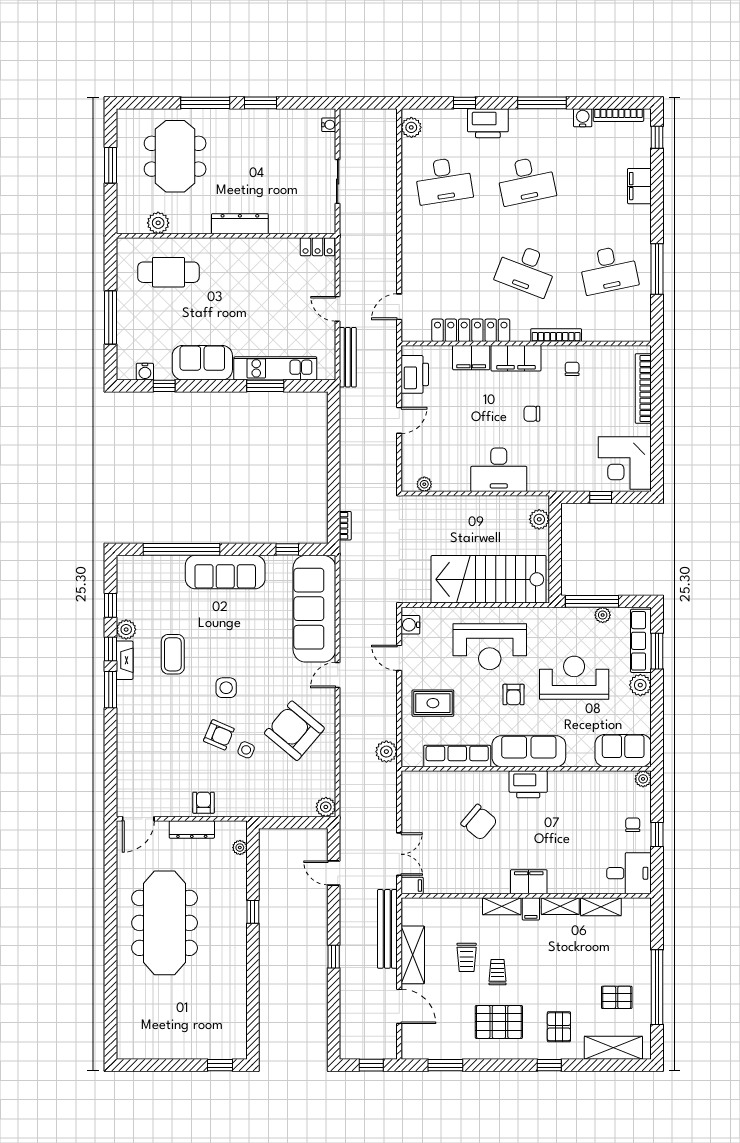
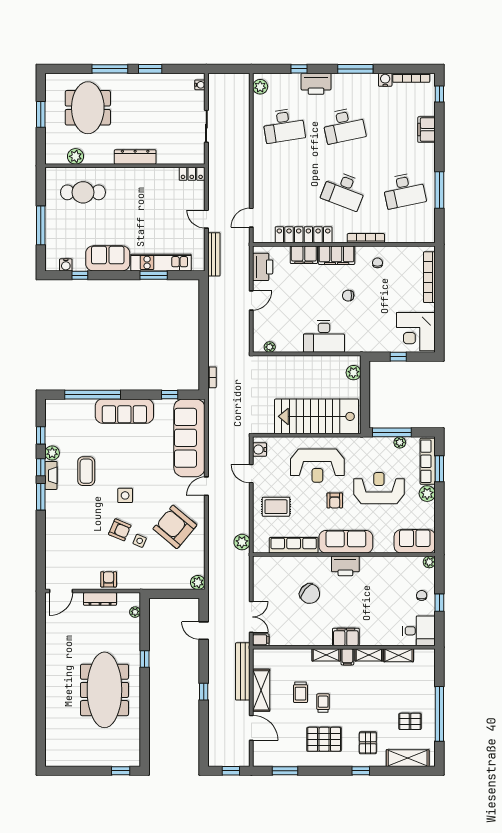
meeting table: (165, 923) -> (104, 690), moved

